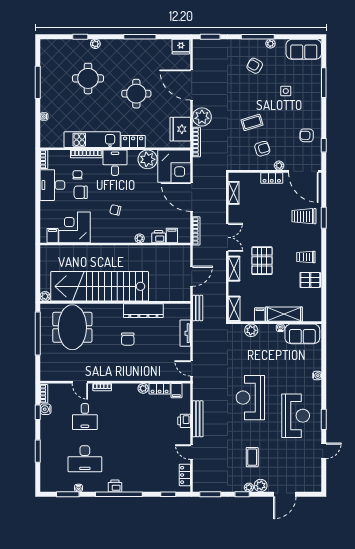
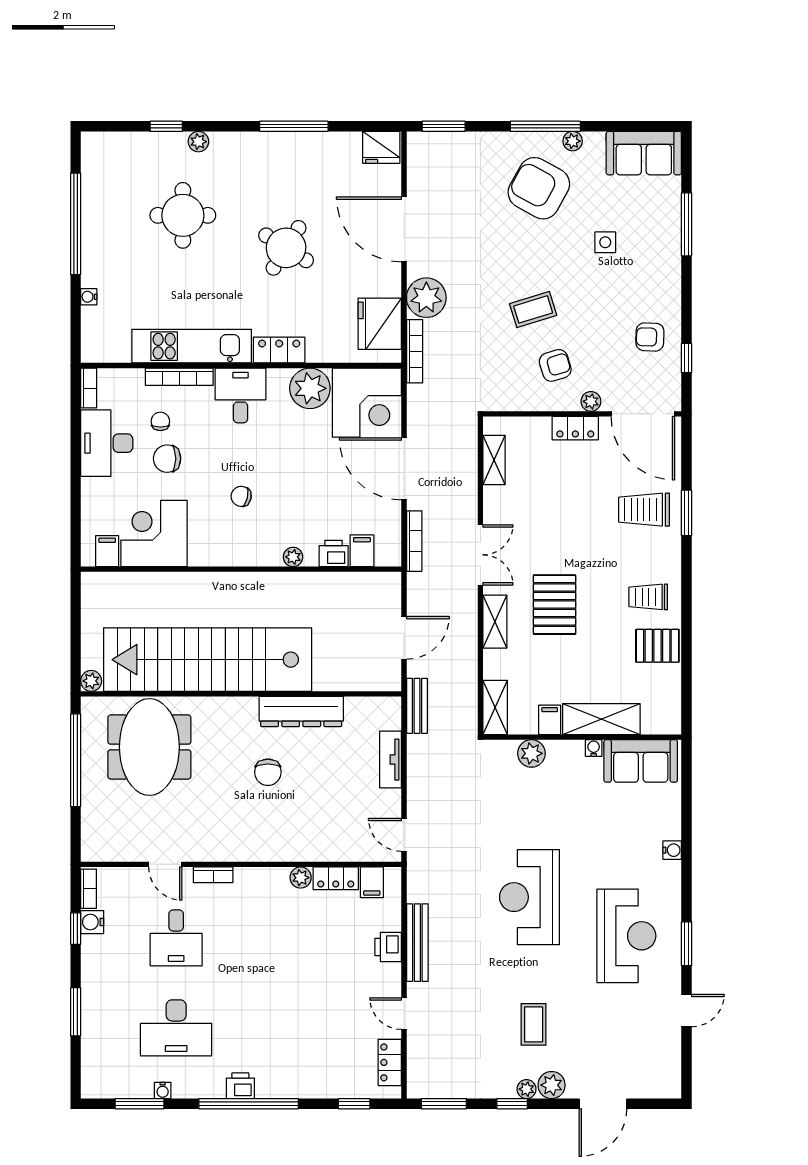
armchair: (255, 66) -> (539, 188), width x1.88, depth x1.88
window: (38, 82) -> (76, 224), width x1.46
round table: (136, 94) -> (286, 248), turned 32

